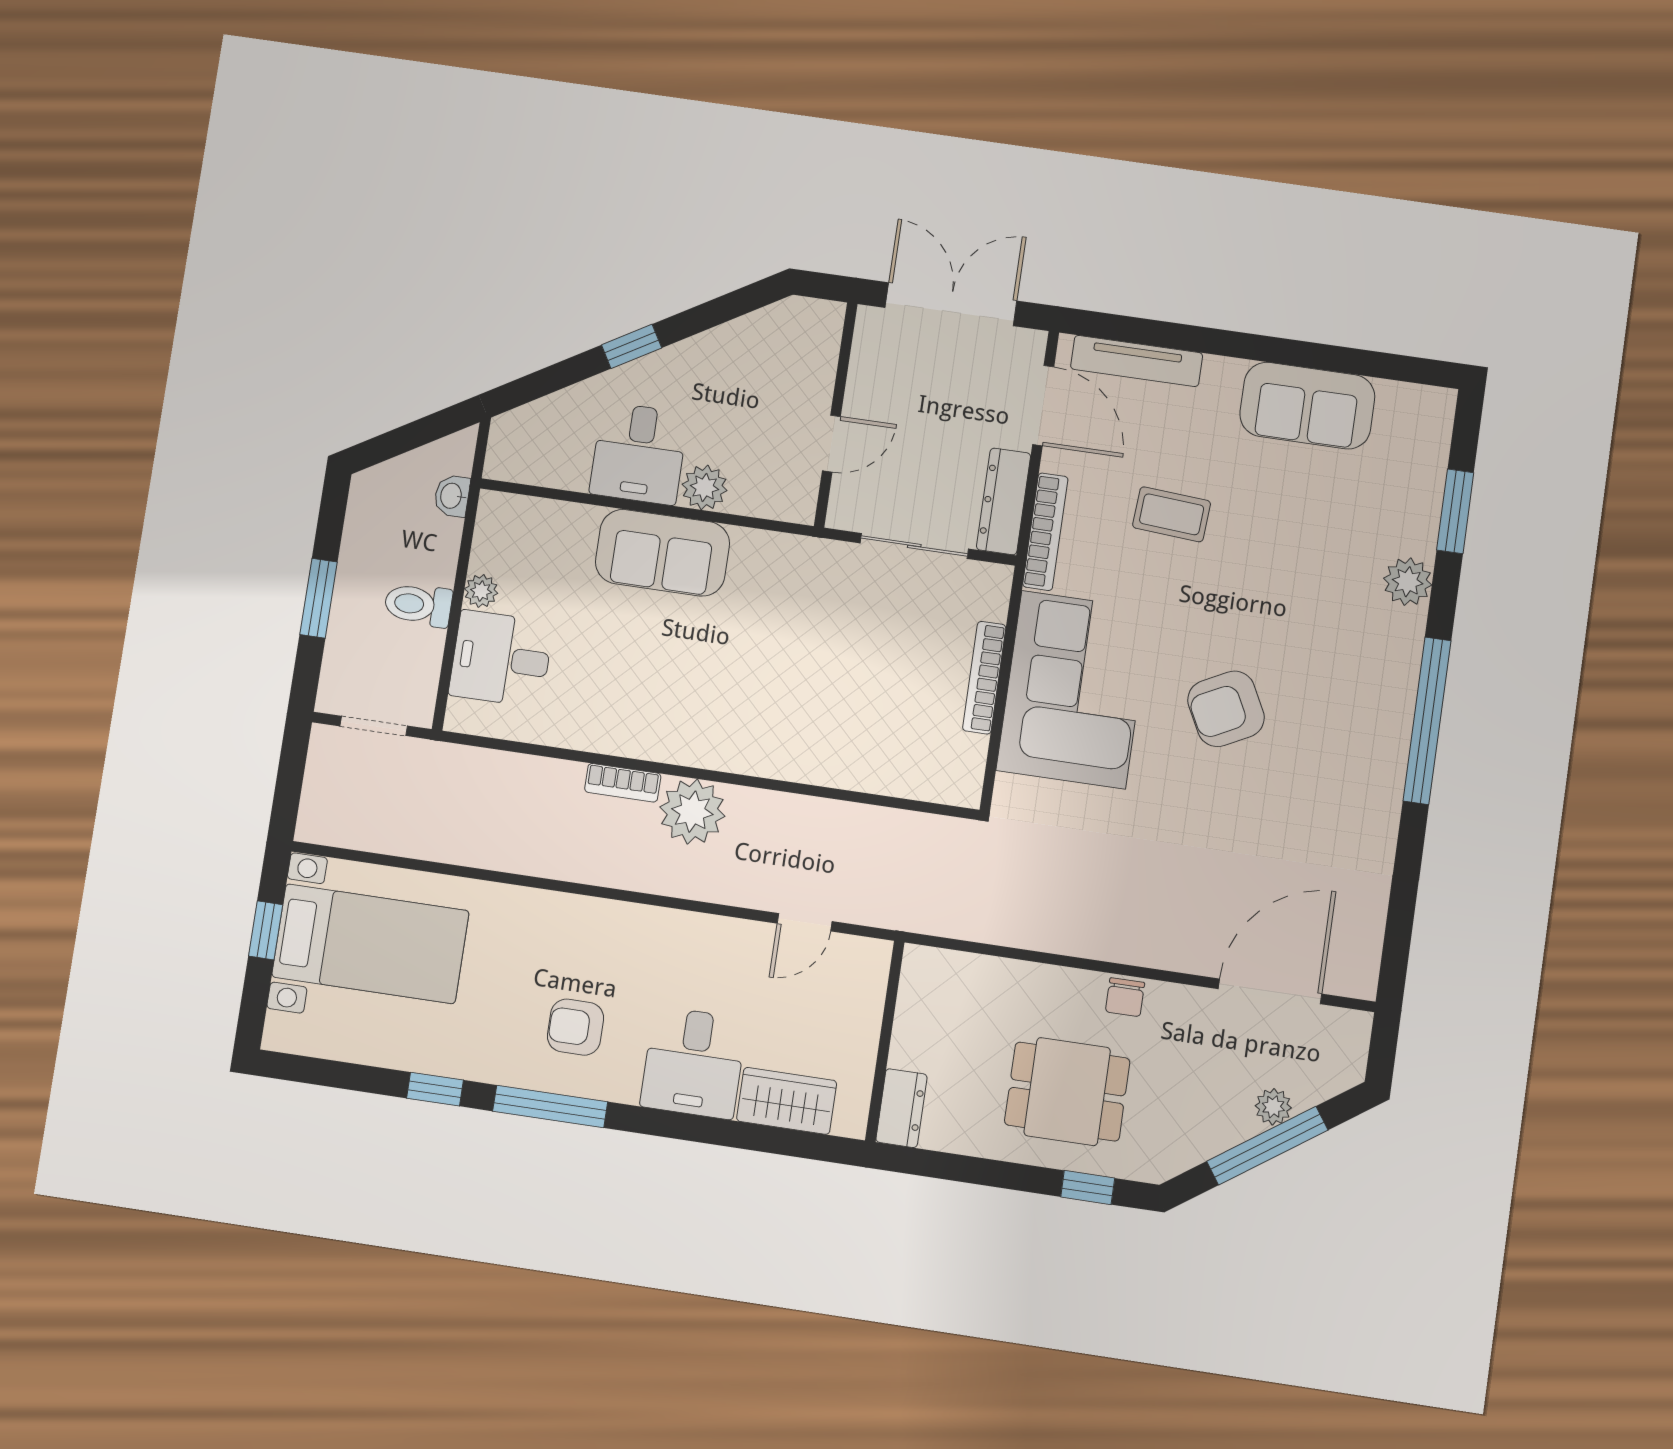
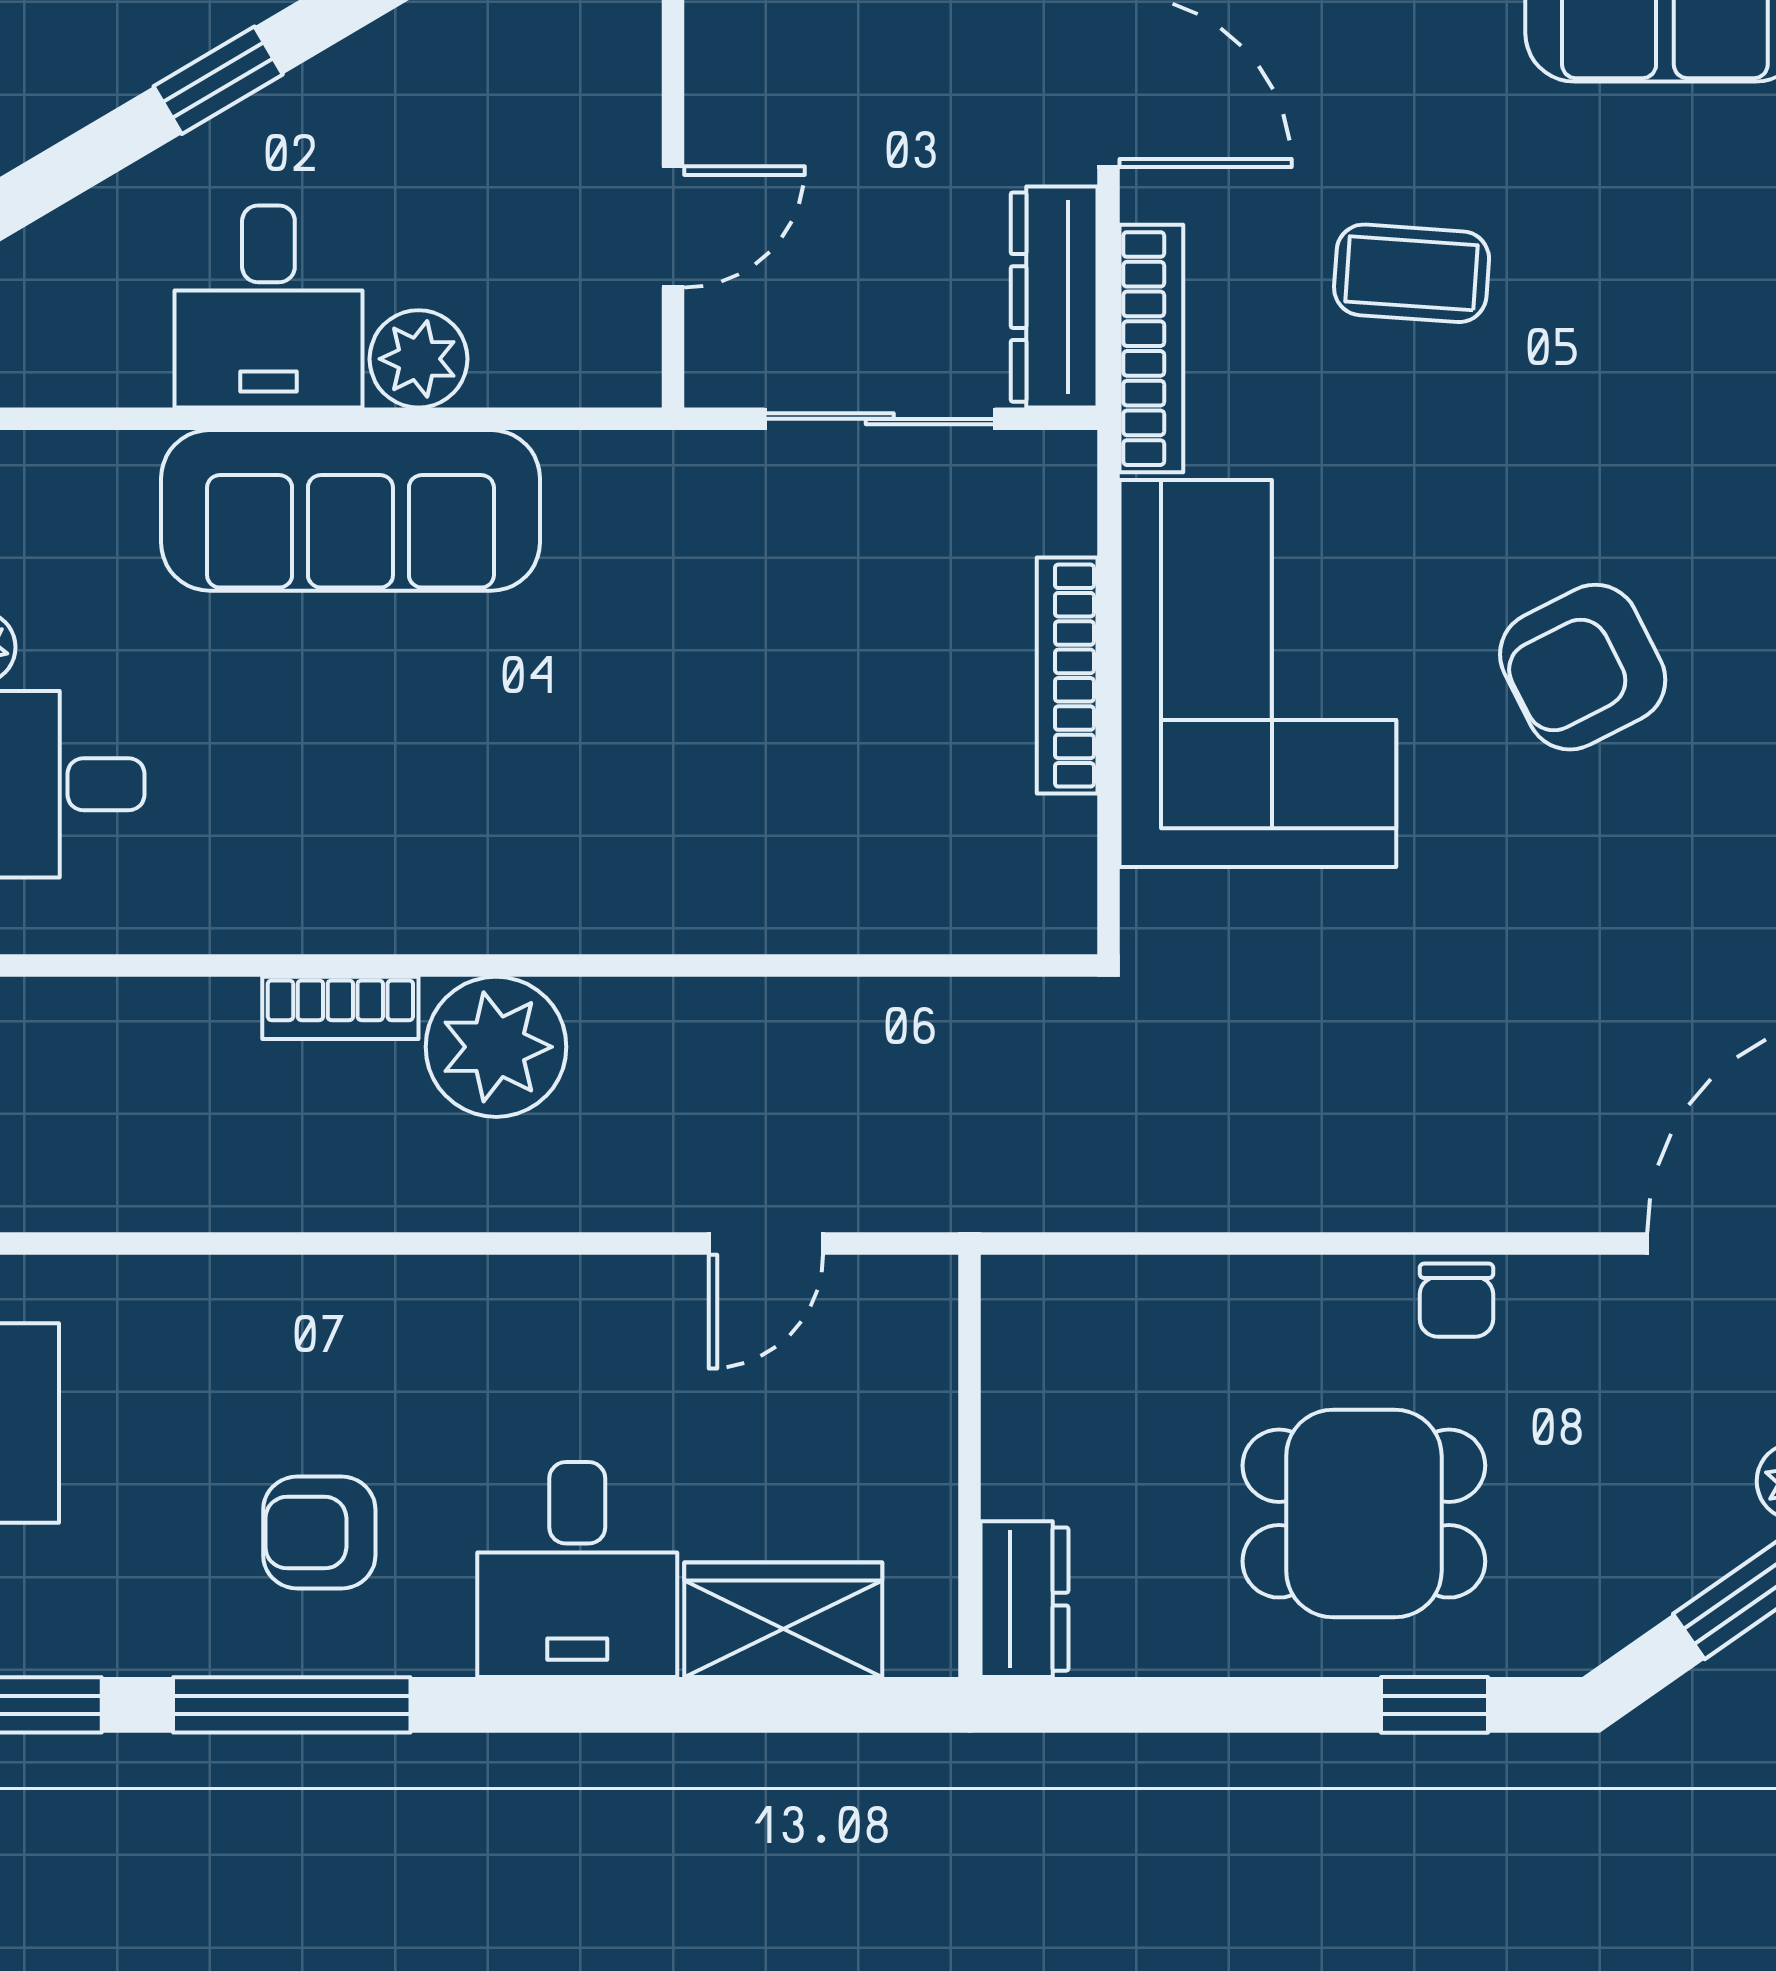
sofa: (662, 553) -> (350, 510), width x1.36

